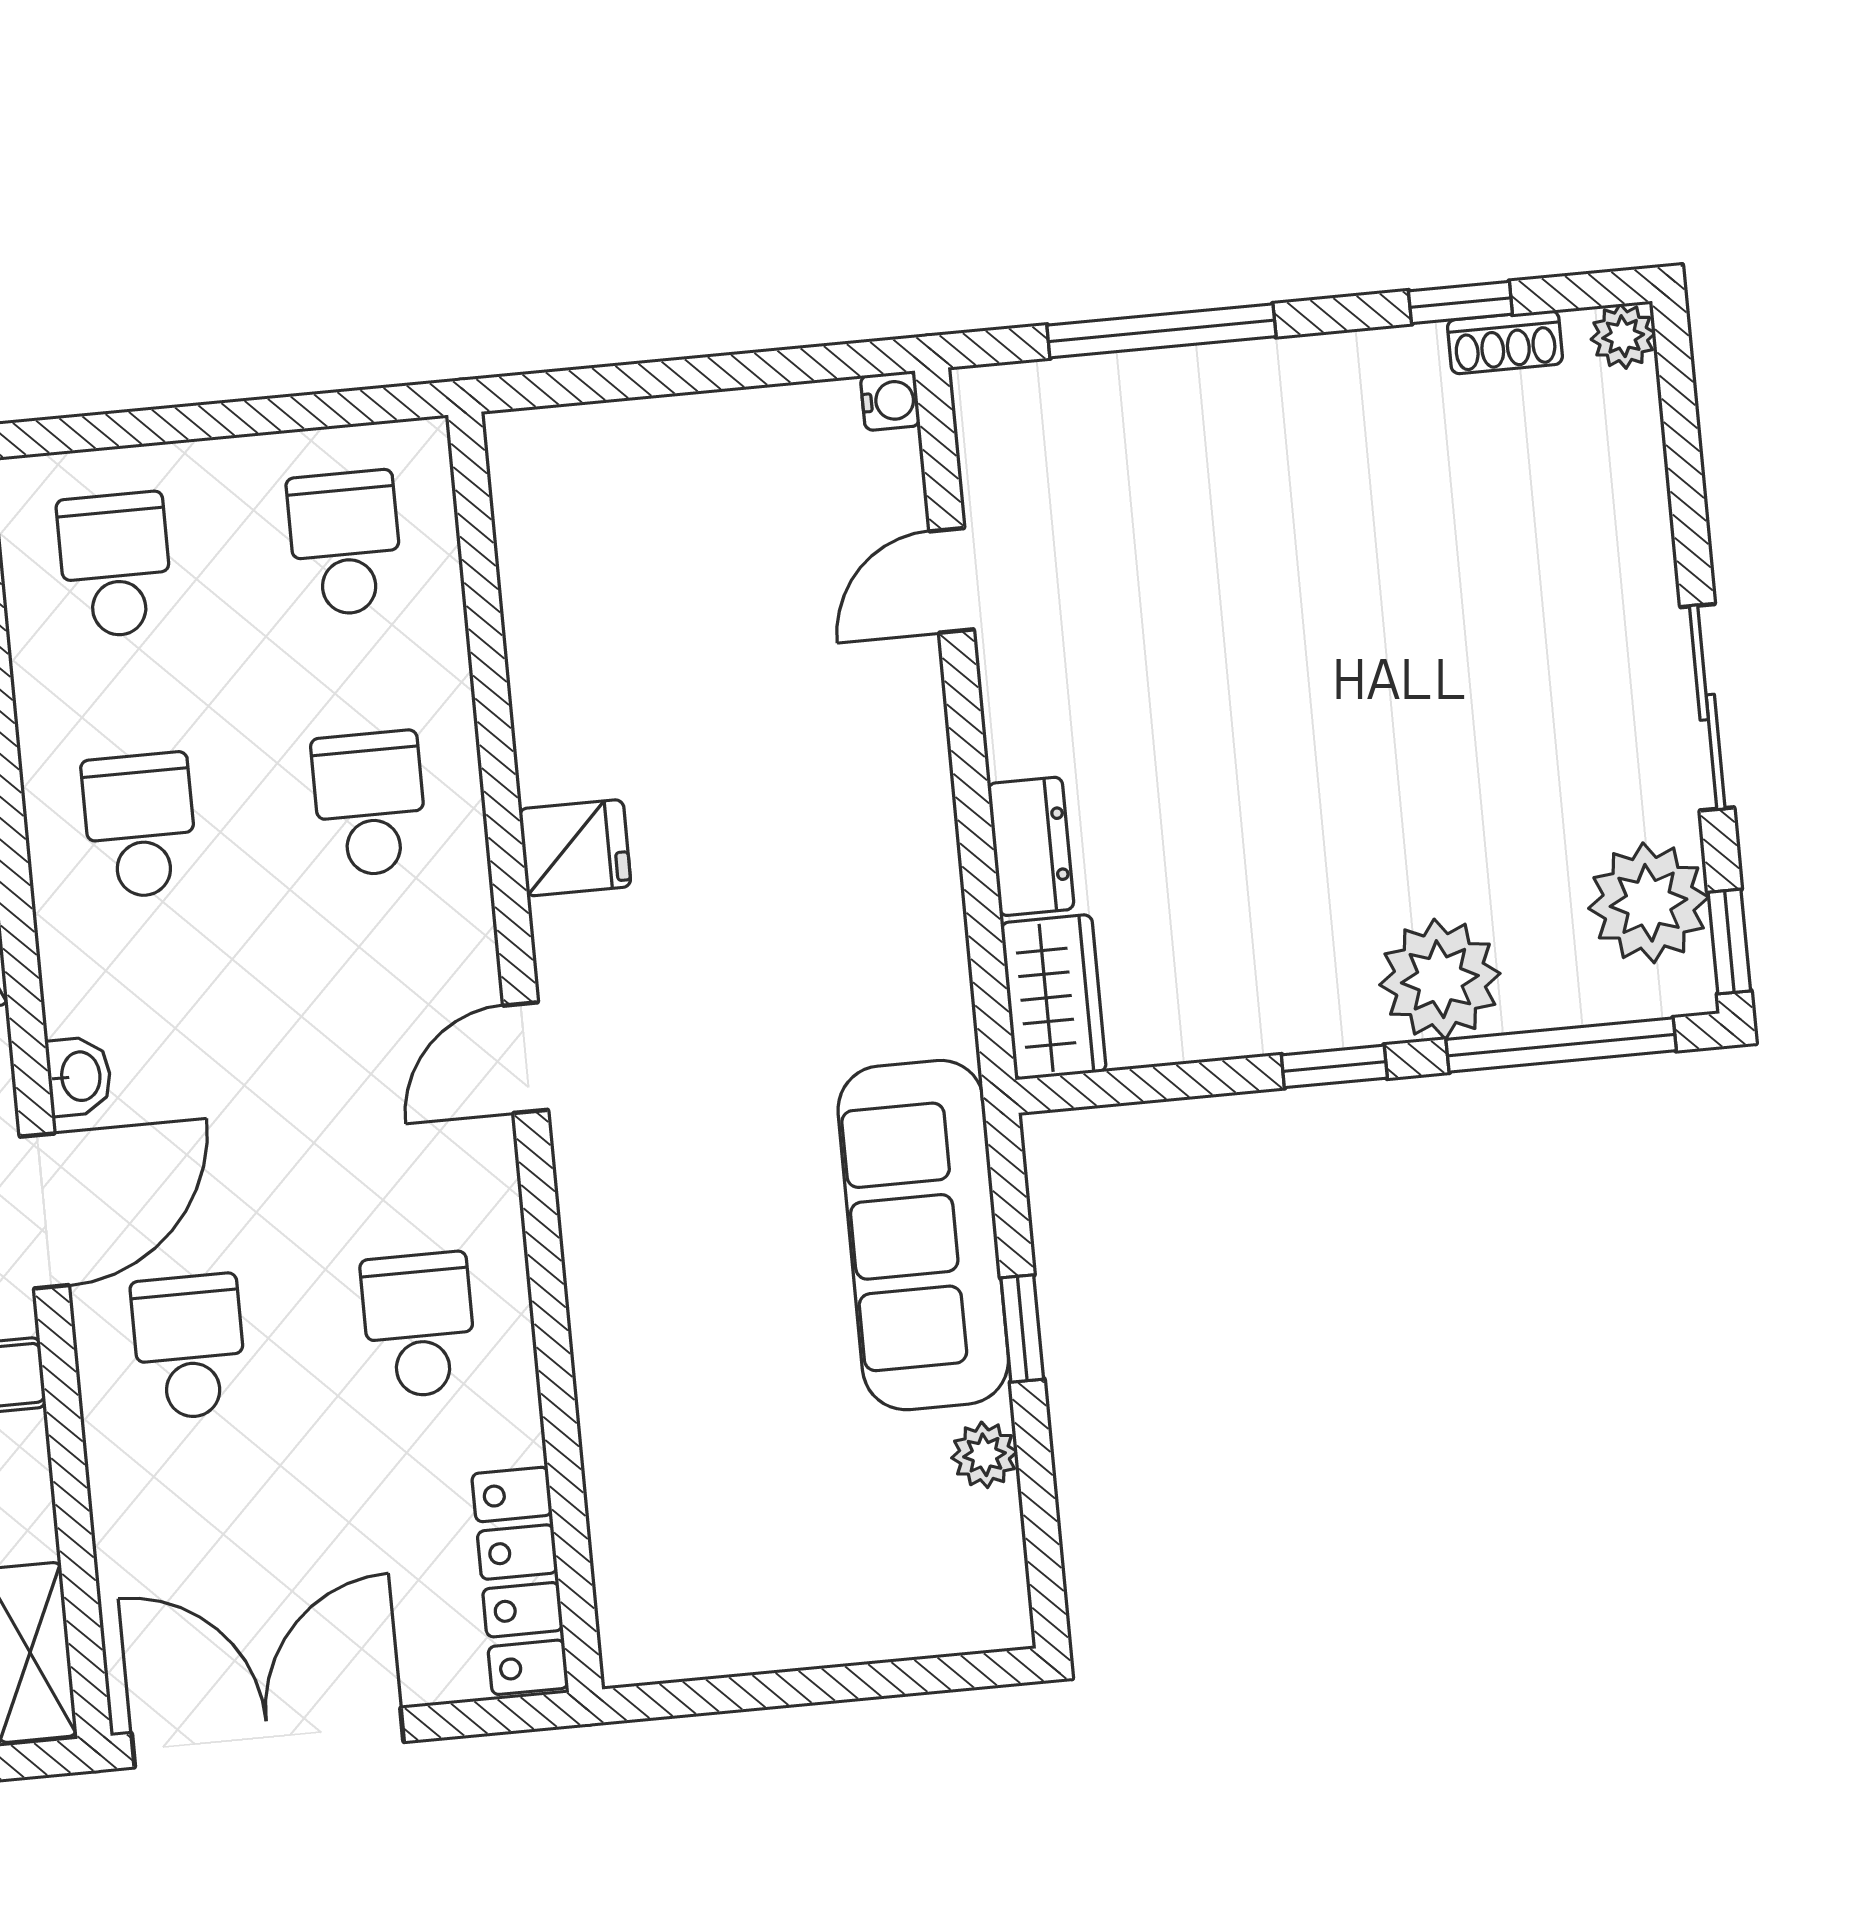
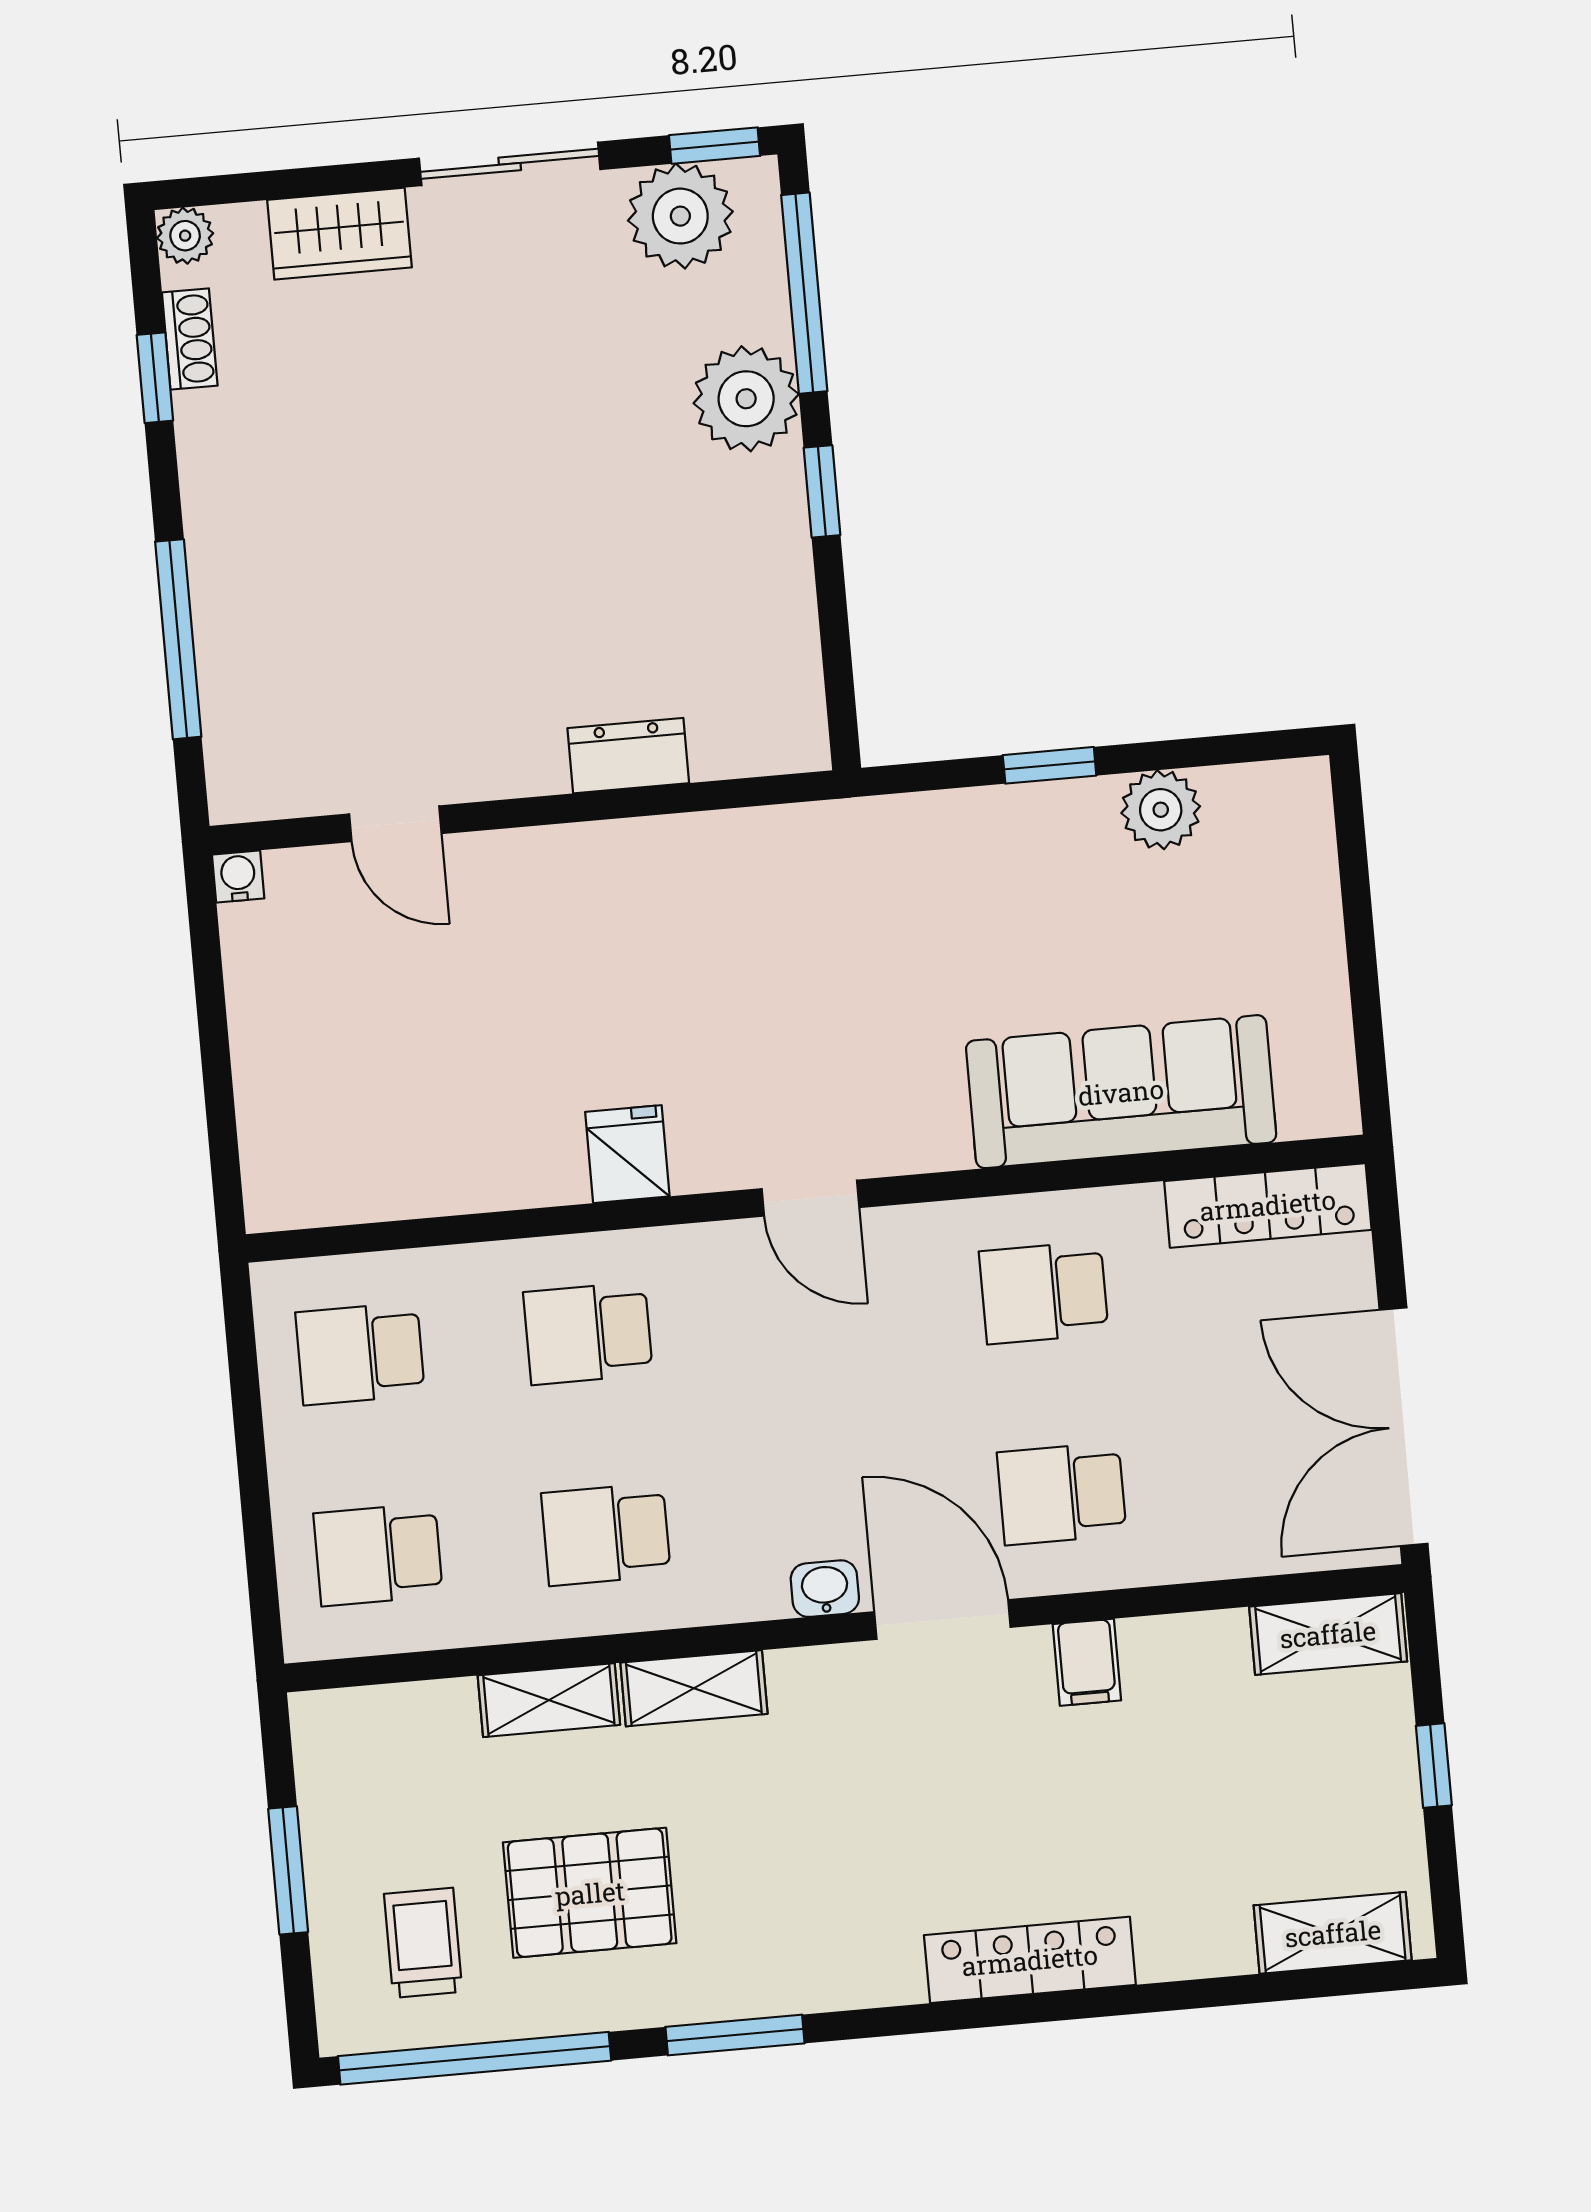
wardrobe: (1053, 997) -> (340, 234), moved, turned 180
sofa: (923, 1235) -> (1121, 1092), moved, turned 180
plant: (984, 1455) -> (1161, 810), width x1.38, depth x1.38

